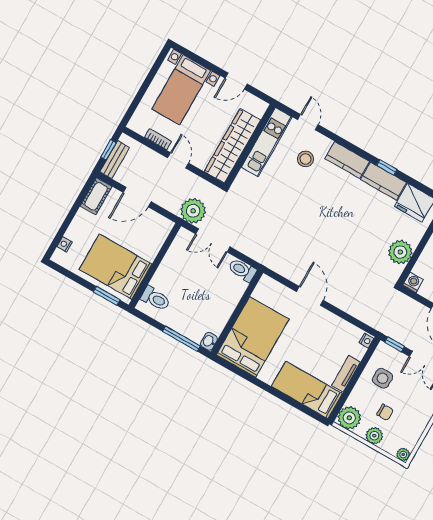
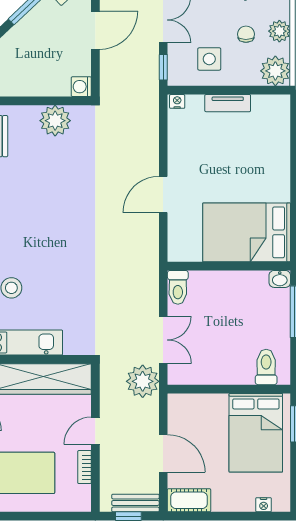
bed: (307, 390) -> (271, 137), removed

